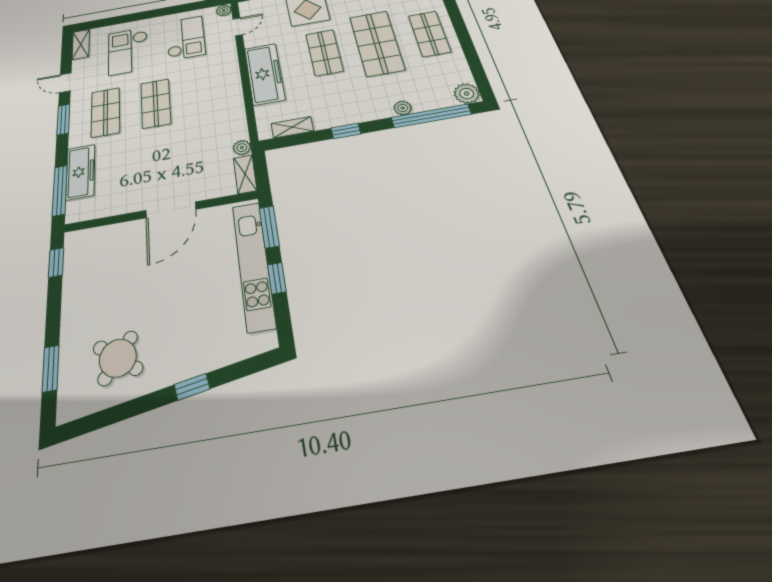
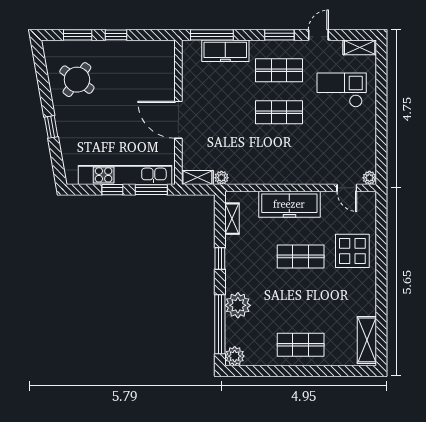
checkout: (185, 38) -> (345, 141), removed
shop shelf: (377, 43) -> (301, 301), removed
plant: (403, 108) -> (238, 305), width x1.88, depth x1.88
window: (56, 262) -> (116, 35), moved

